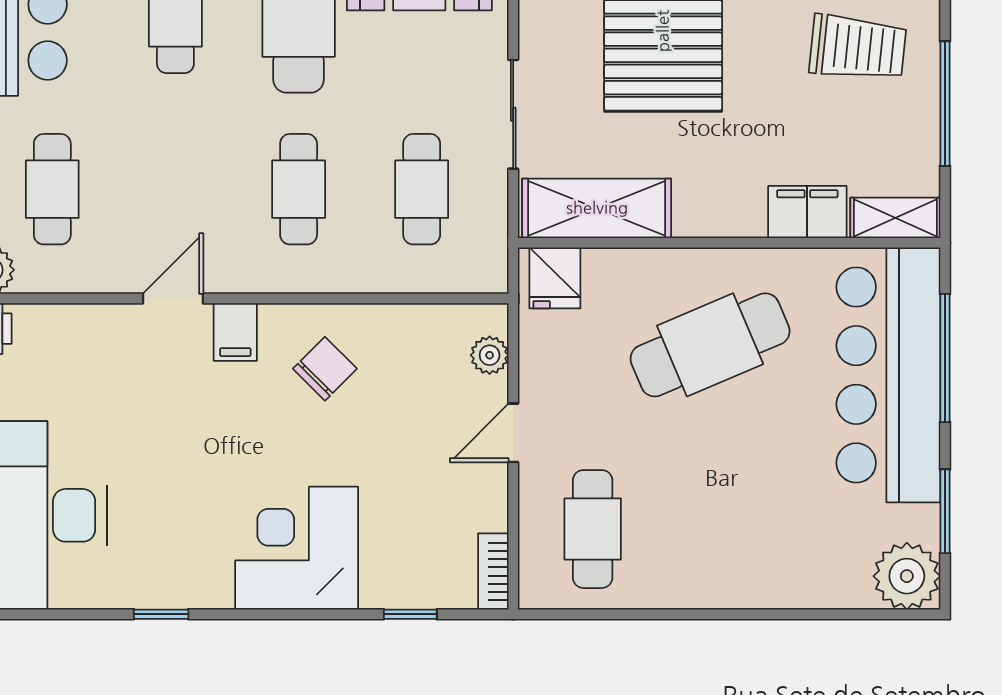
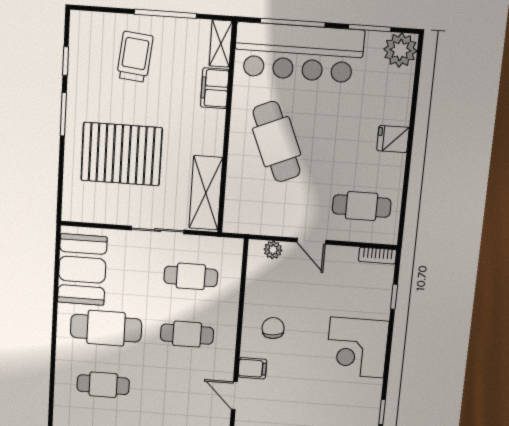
fridge: (555, 278) -> (393, 139), moved, turned 180
chair: (325, 369) -> (273, 328), turned 40

